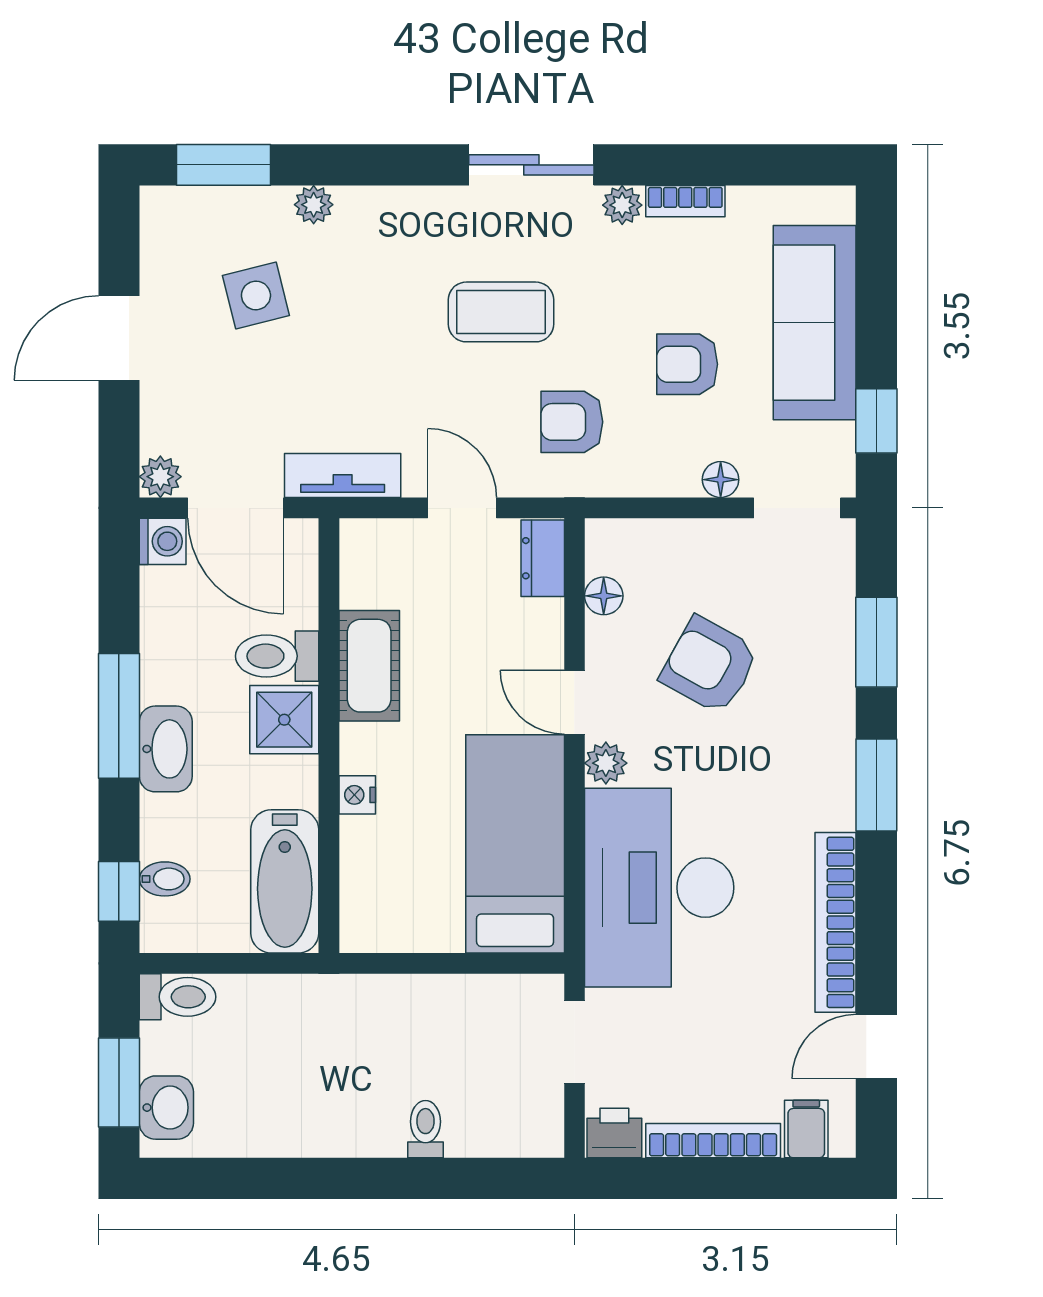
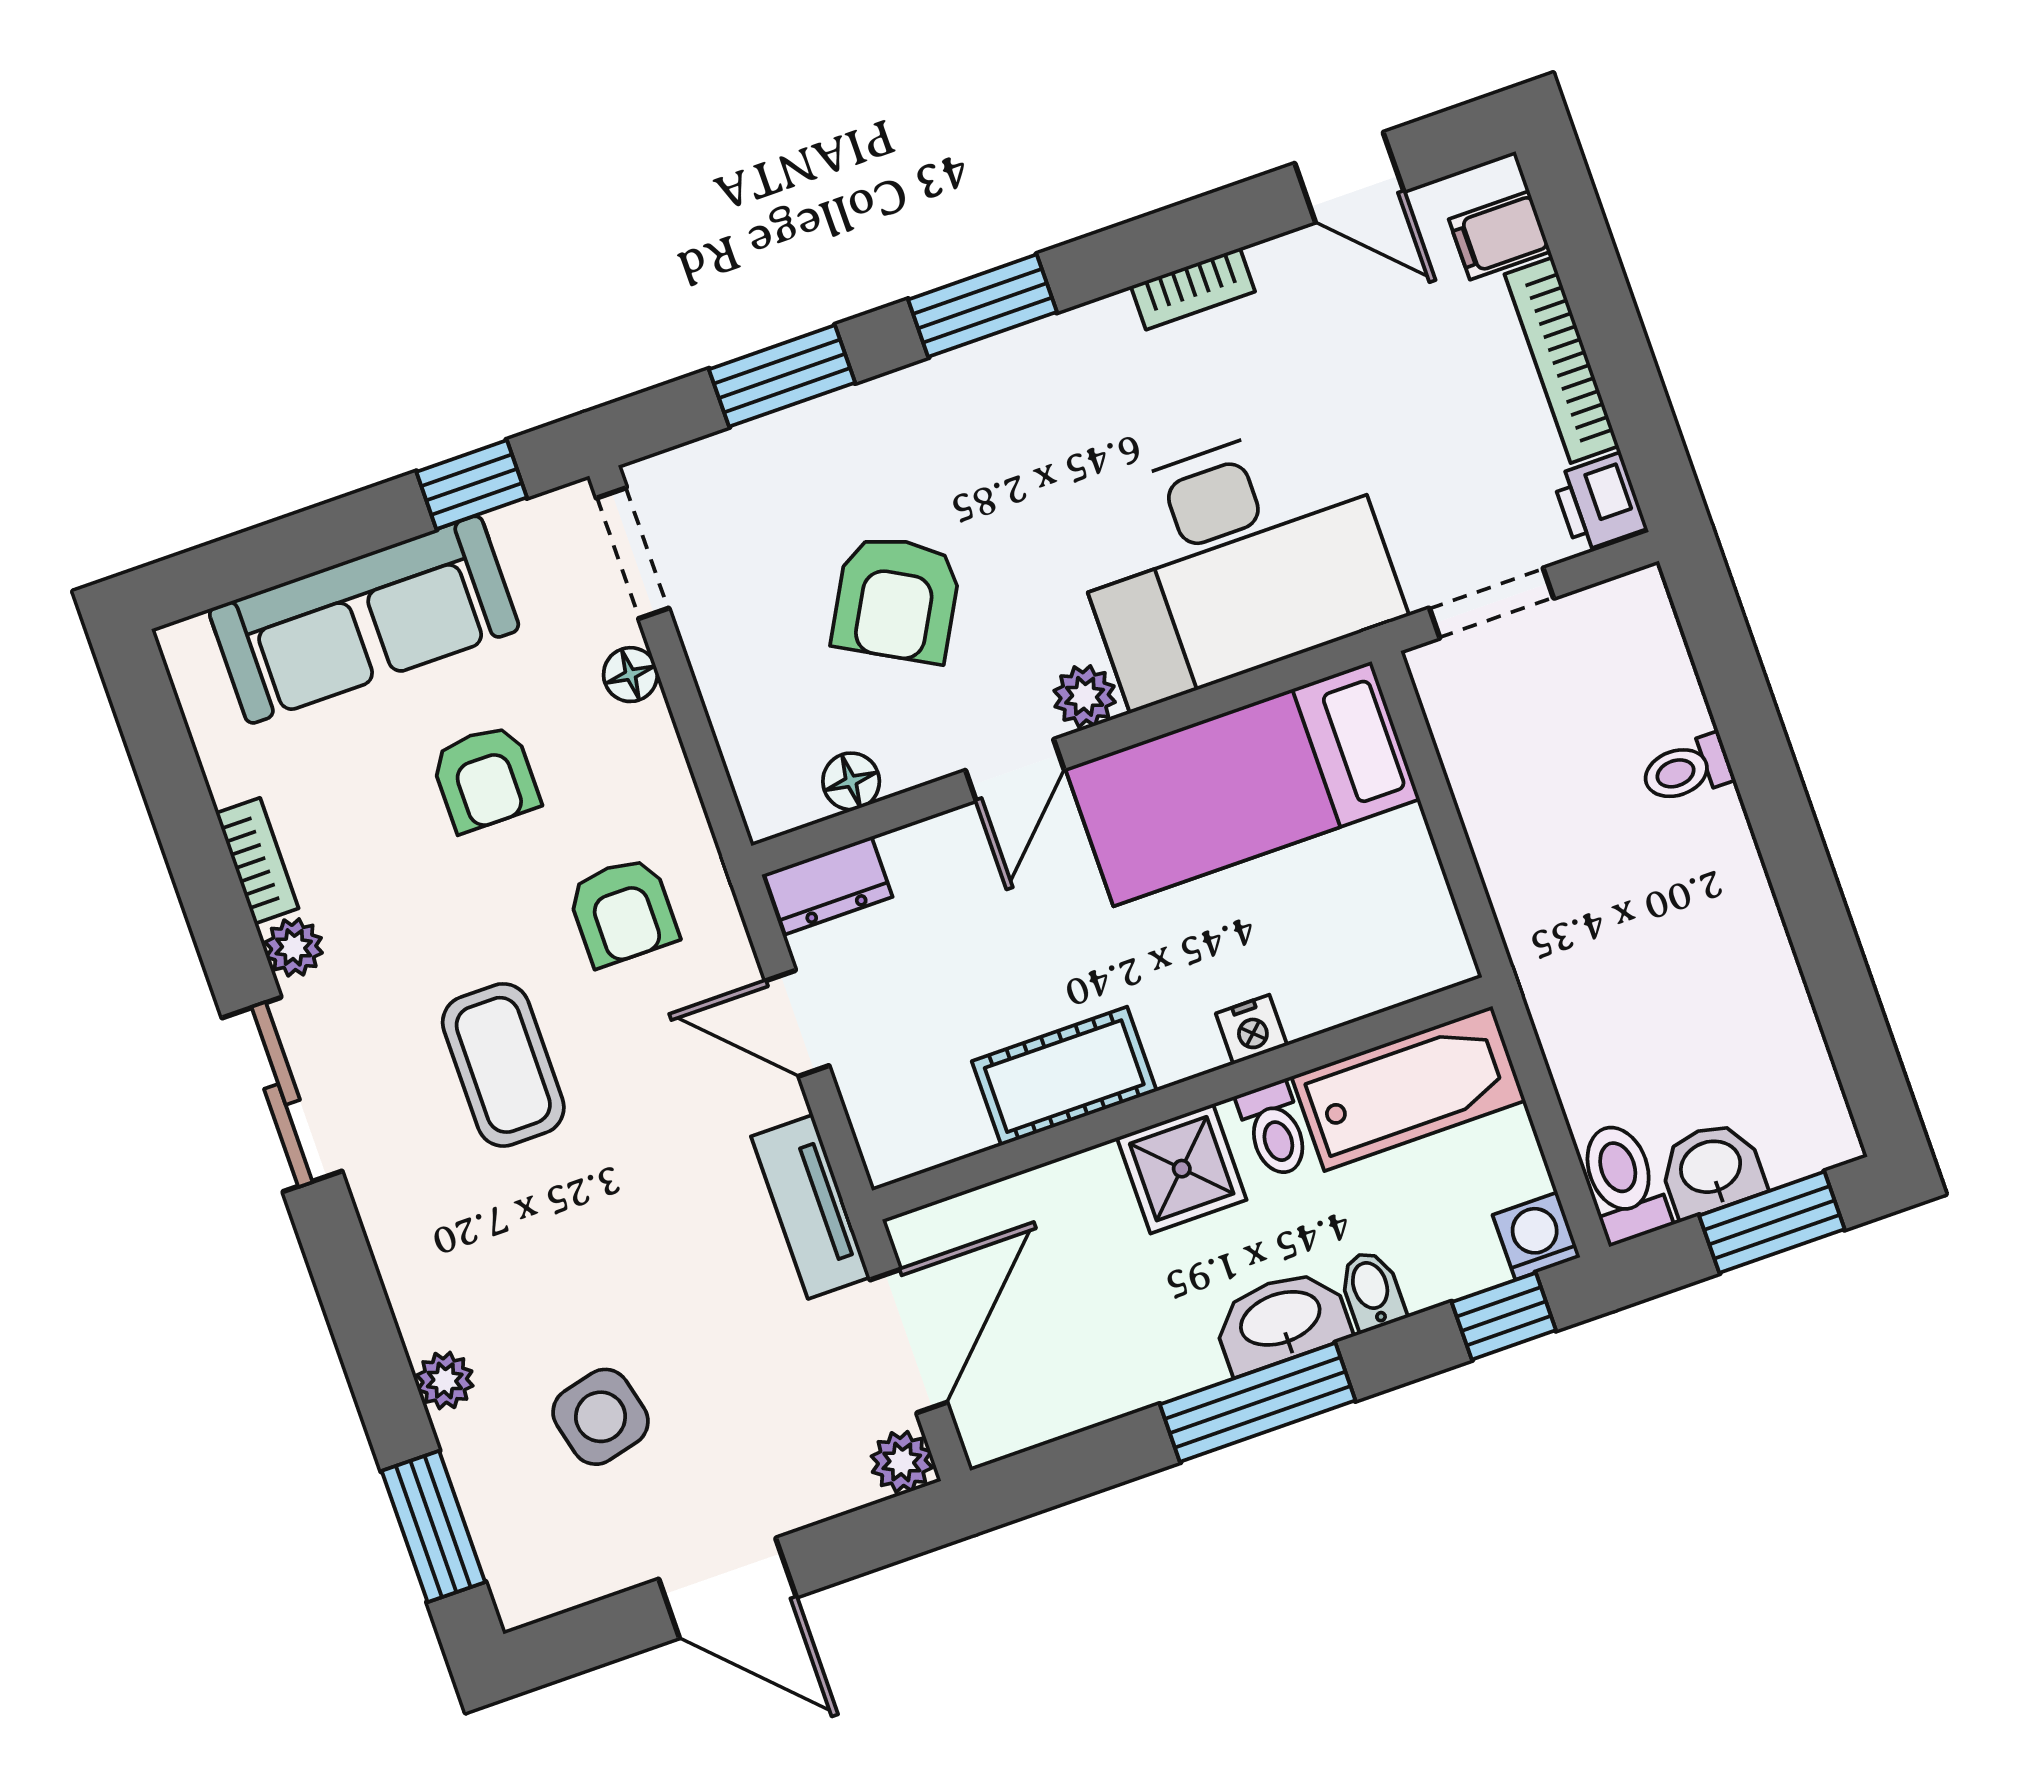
door: (462, 508) -> (797, 1023), hinge flipped
washing machine: (163, 541) -> (1536, 1236), moved
toilet: (277, 656) -> (1274, 1129), moved, width x0.73, depth x0.72
bidet: (165, 879) -> (1372, 1290), moved
bookcase: (836, 922) -> (1193, 289), width x0.43, depth x0.76
washbasin: (166, 1108) -> (1711, 1169), moved

